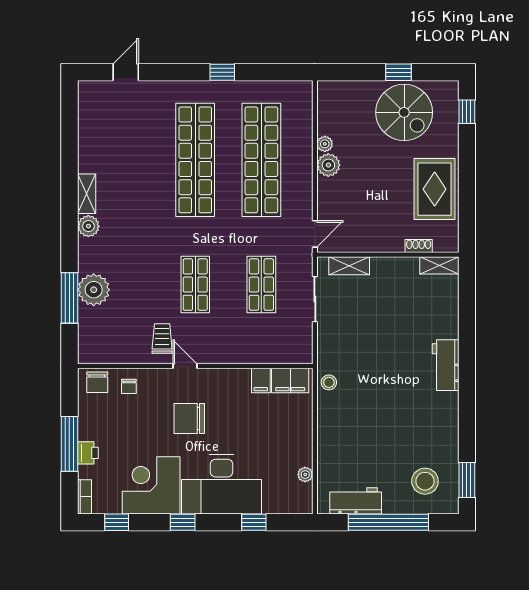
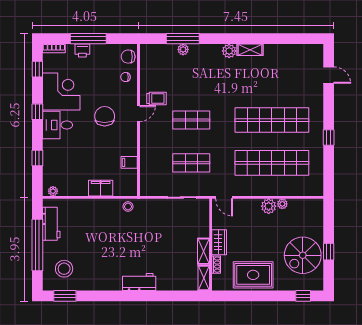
wardrobe: (384, 241) -> (219, 242), added
shelving: (349, 266) -> (203, 251), moved
plant: (94, 290) -> (183, 49), width x0.53, depth x0.53
filing cabinet: (290, 381) -> (101, 188), moved, turned 90
plant: (305, 474) -> (53, 191), moved
desk: (222, 484) -> (58, 125), width x0.53, depth x0.77

